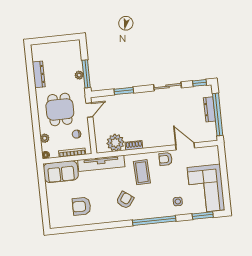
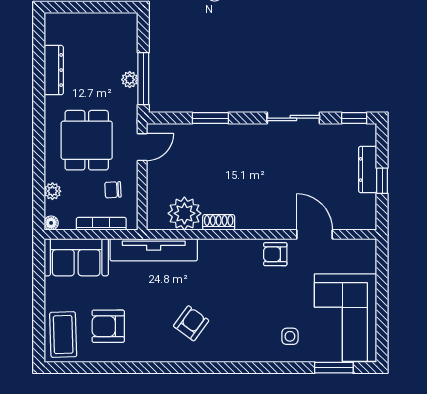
window: (218, 114) -> (382, 181), width x0.32
coffee table: (142, 172) -> (63, 335), moved
window: (154, 221) -> (242, 368), removed

